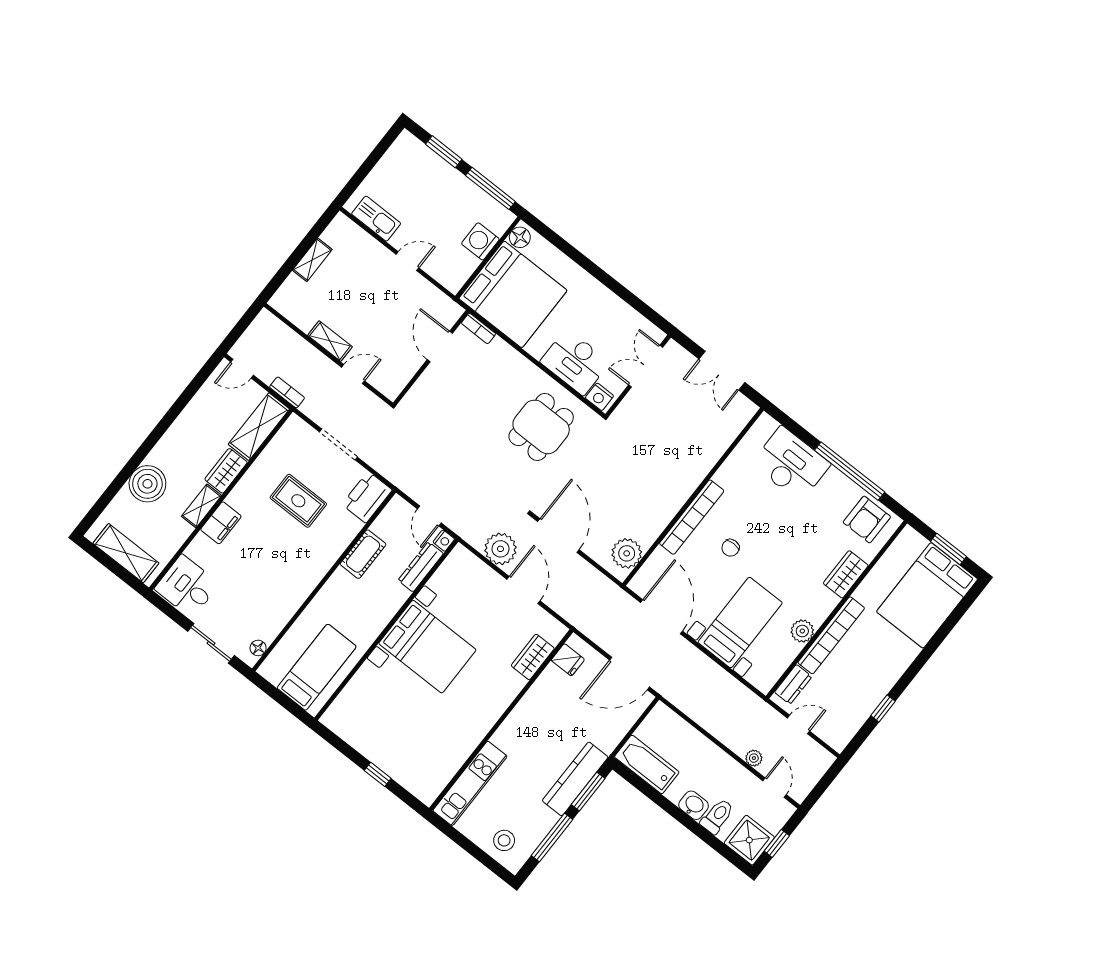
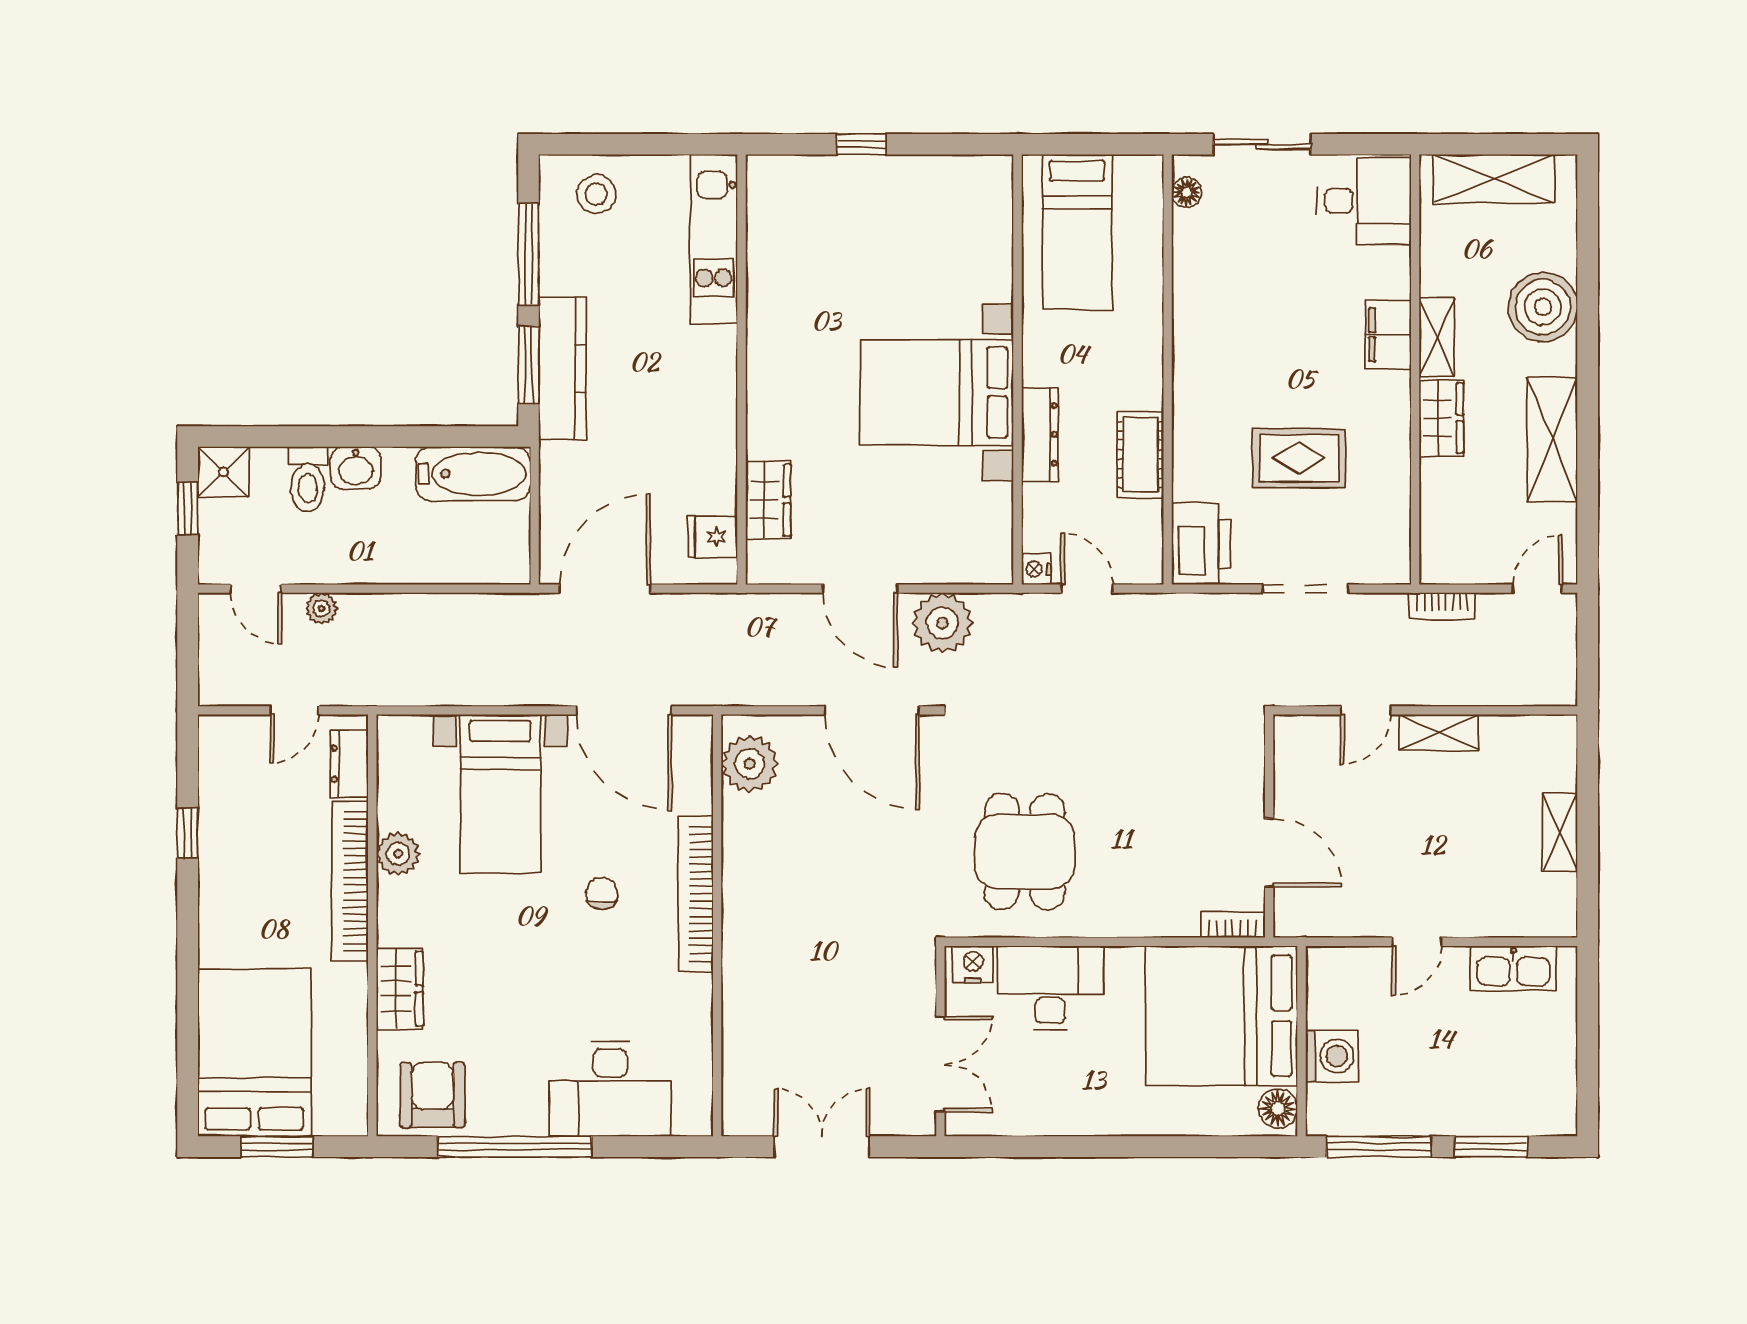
shelving: (259, 427) -> (1552, 440), moved
dresser: (421, 567) -> (1040, 434), moved
shower: (749, 840) -> (223, 472), width x0.73, depth x0.73

